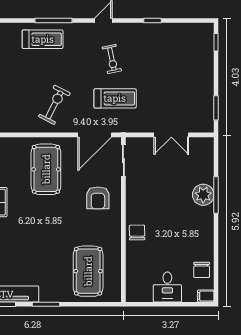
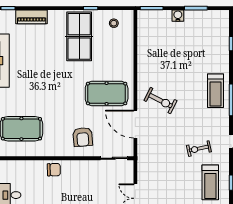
treadmill: (115, 98) -> (210, 182), moved
door: (95, 135) -> (135, 124), moved
armchair: (98, 198) -> (83, 137), turned -95

